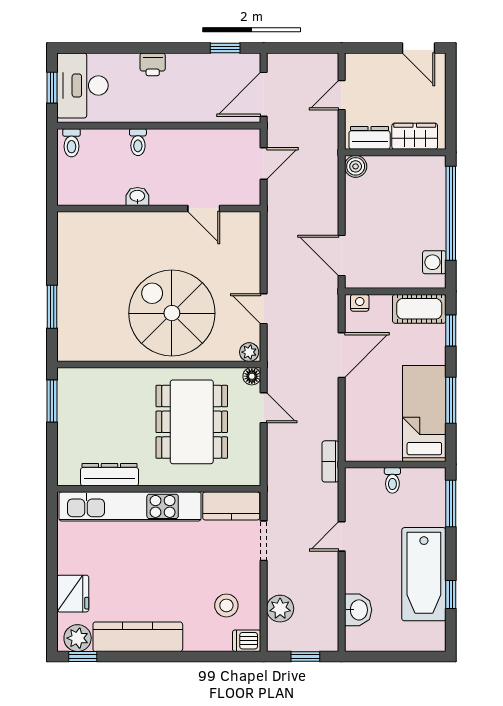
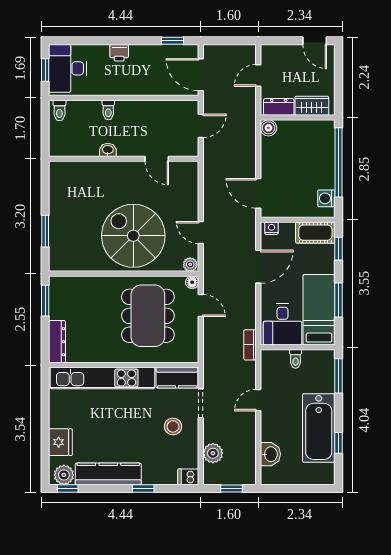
door: (264, 94) -> (201, 75), hinge flipped
desk: (375, 433) -> (283, 324), added
dresser: (110, 475) -> (57, 342), moved, turned 90
stool: (226, 605) -> (173, 426), moved
window: (185, 657) -> (143, 488), added

